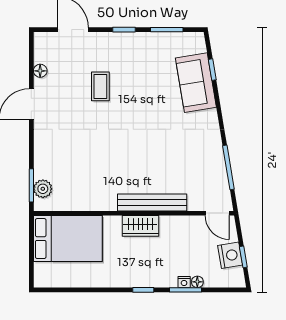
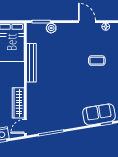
plant: (43, 189) -> (51, 28), moved
bench: (152, 203) -> (31, 63), moved
wardrobe: (140, 226) -> (18, 103), moved, width x1.50

